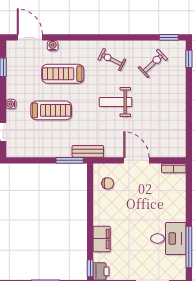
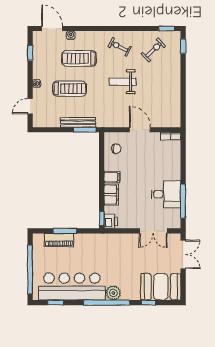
bench: (88, 151) -> (78, 122), moved, width x1.36
filing cabinet: (103, 218) -> (112, 177), added

